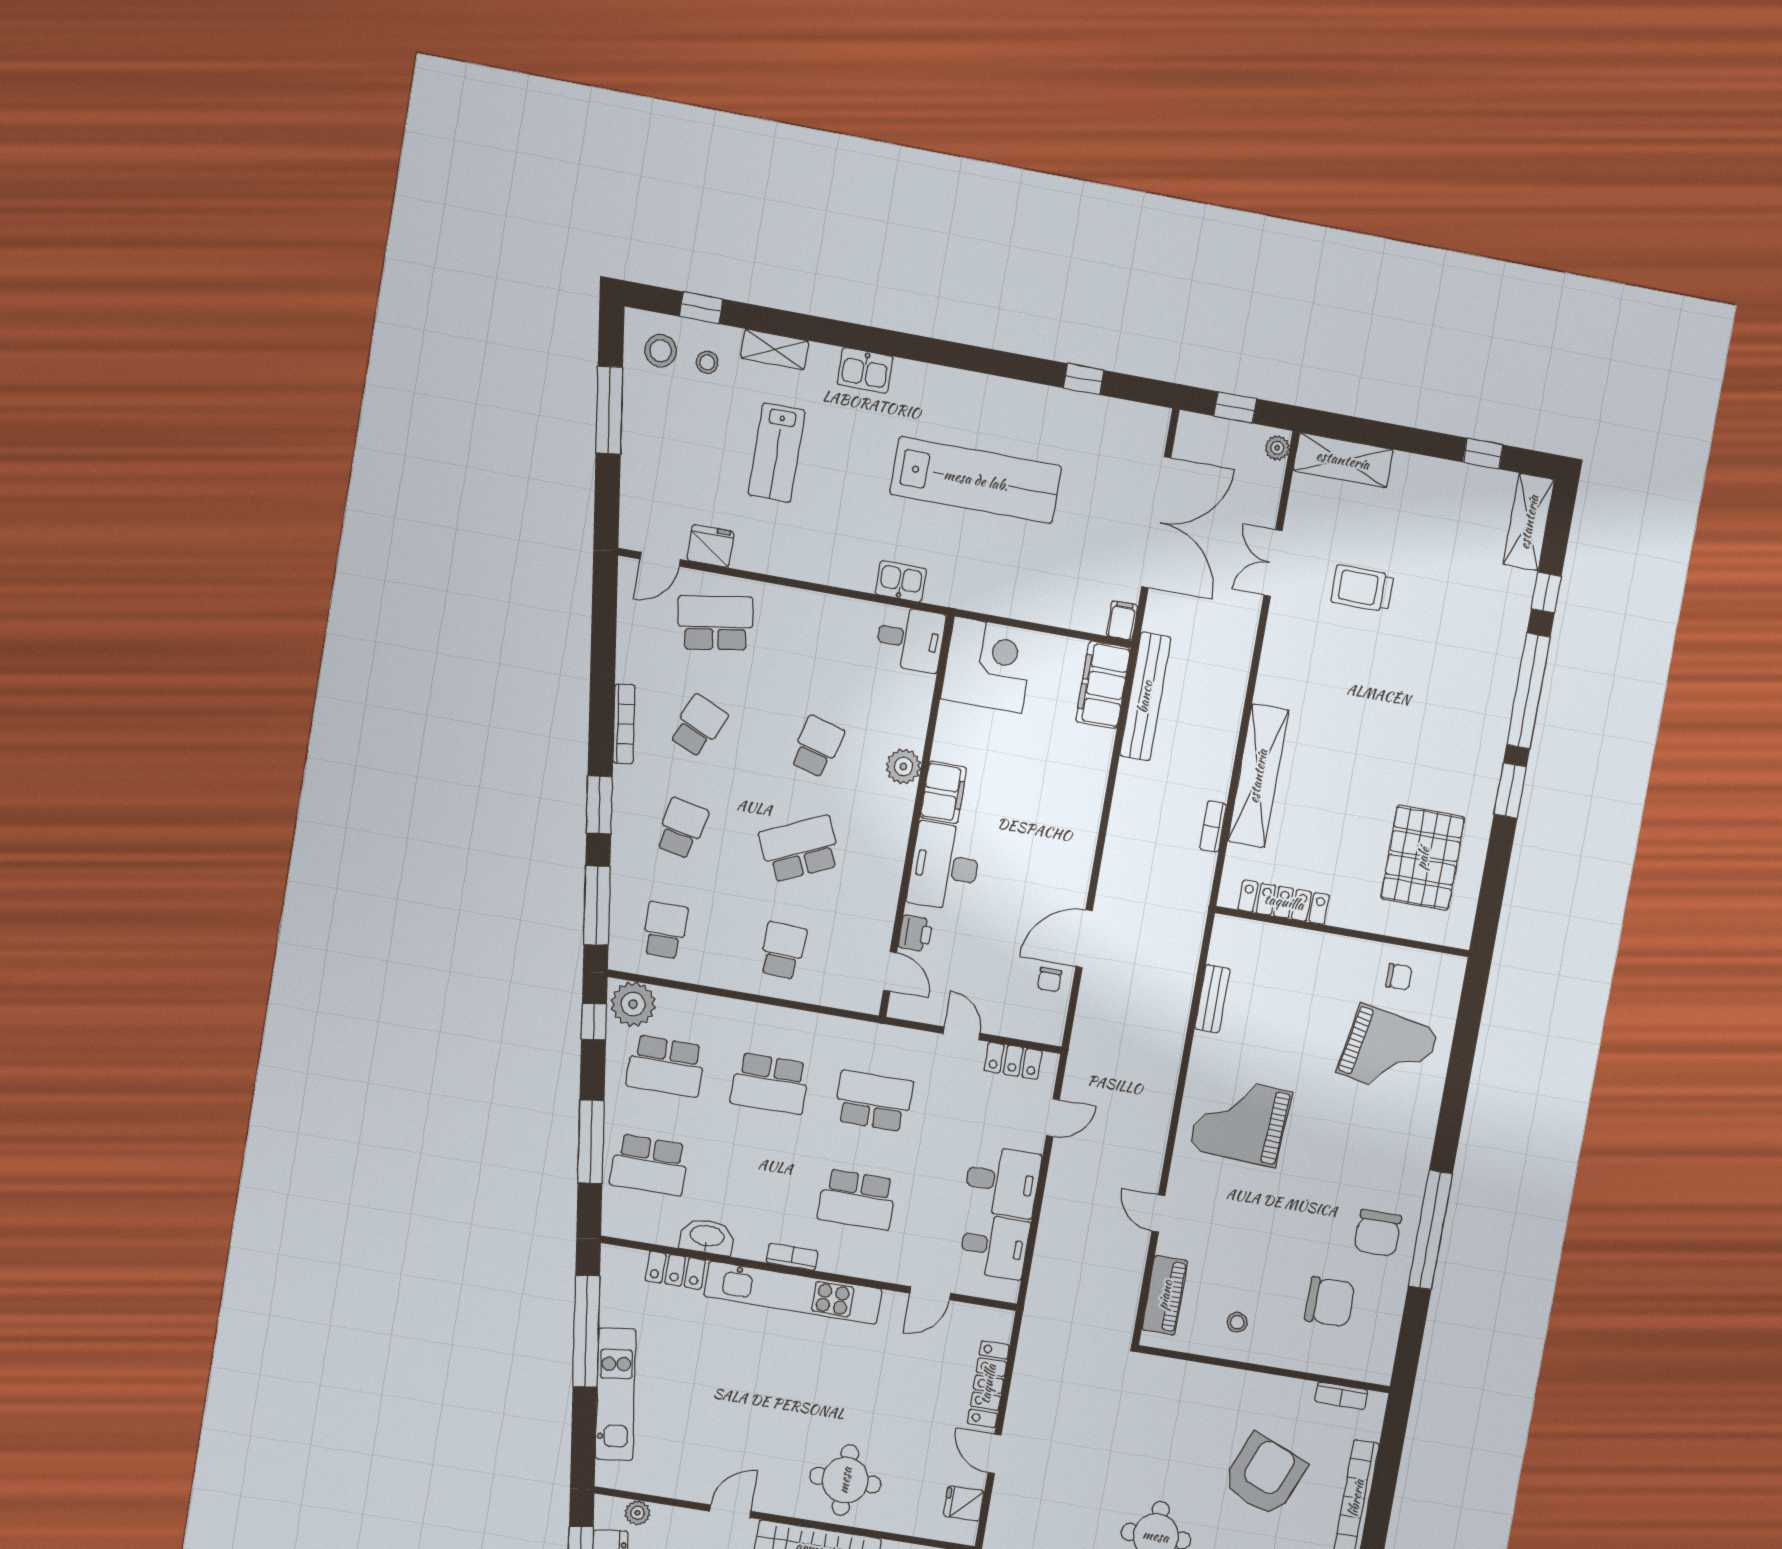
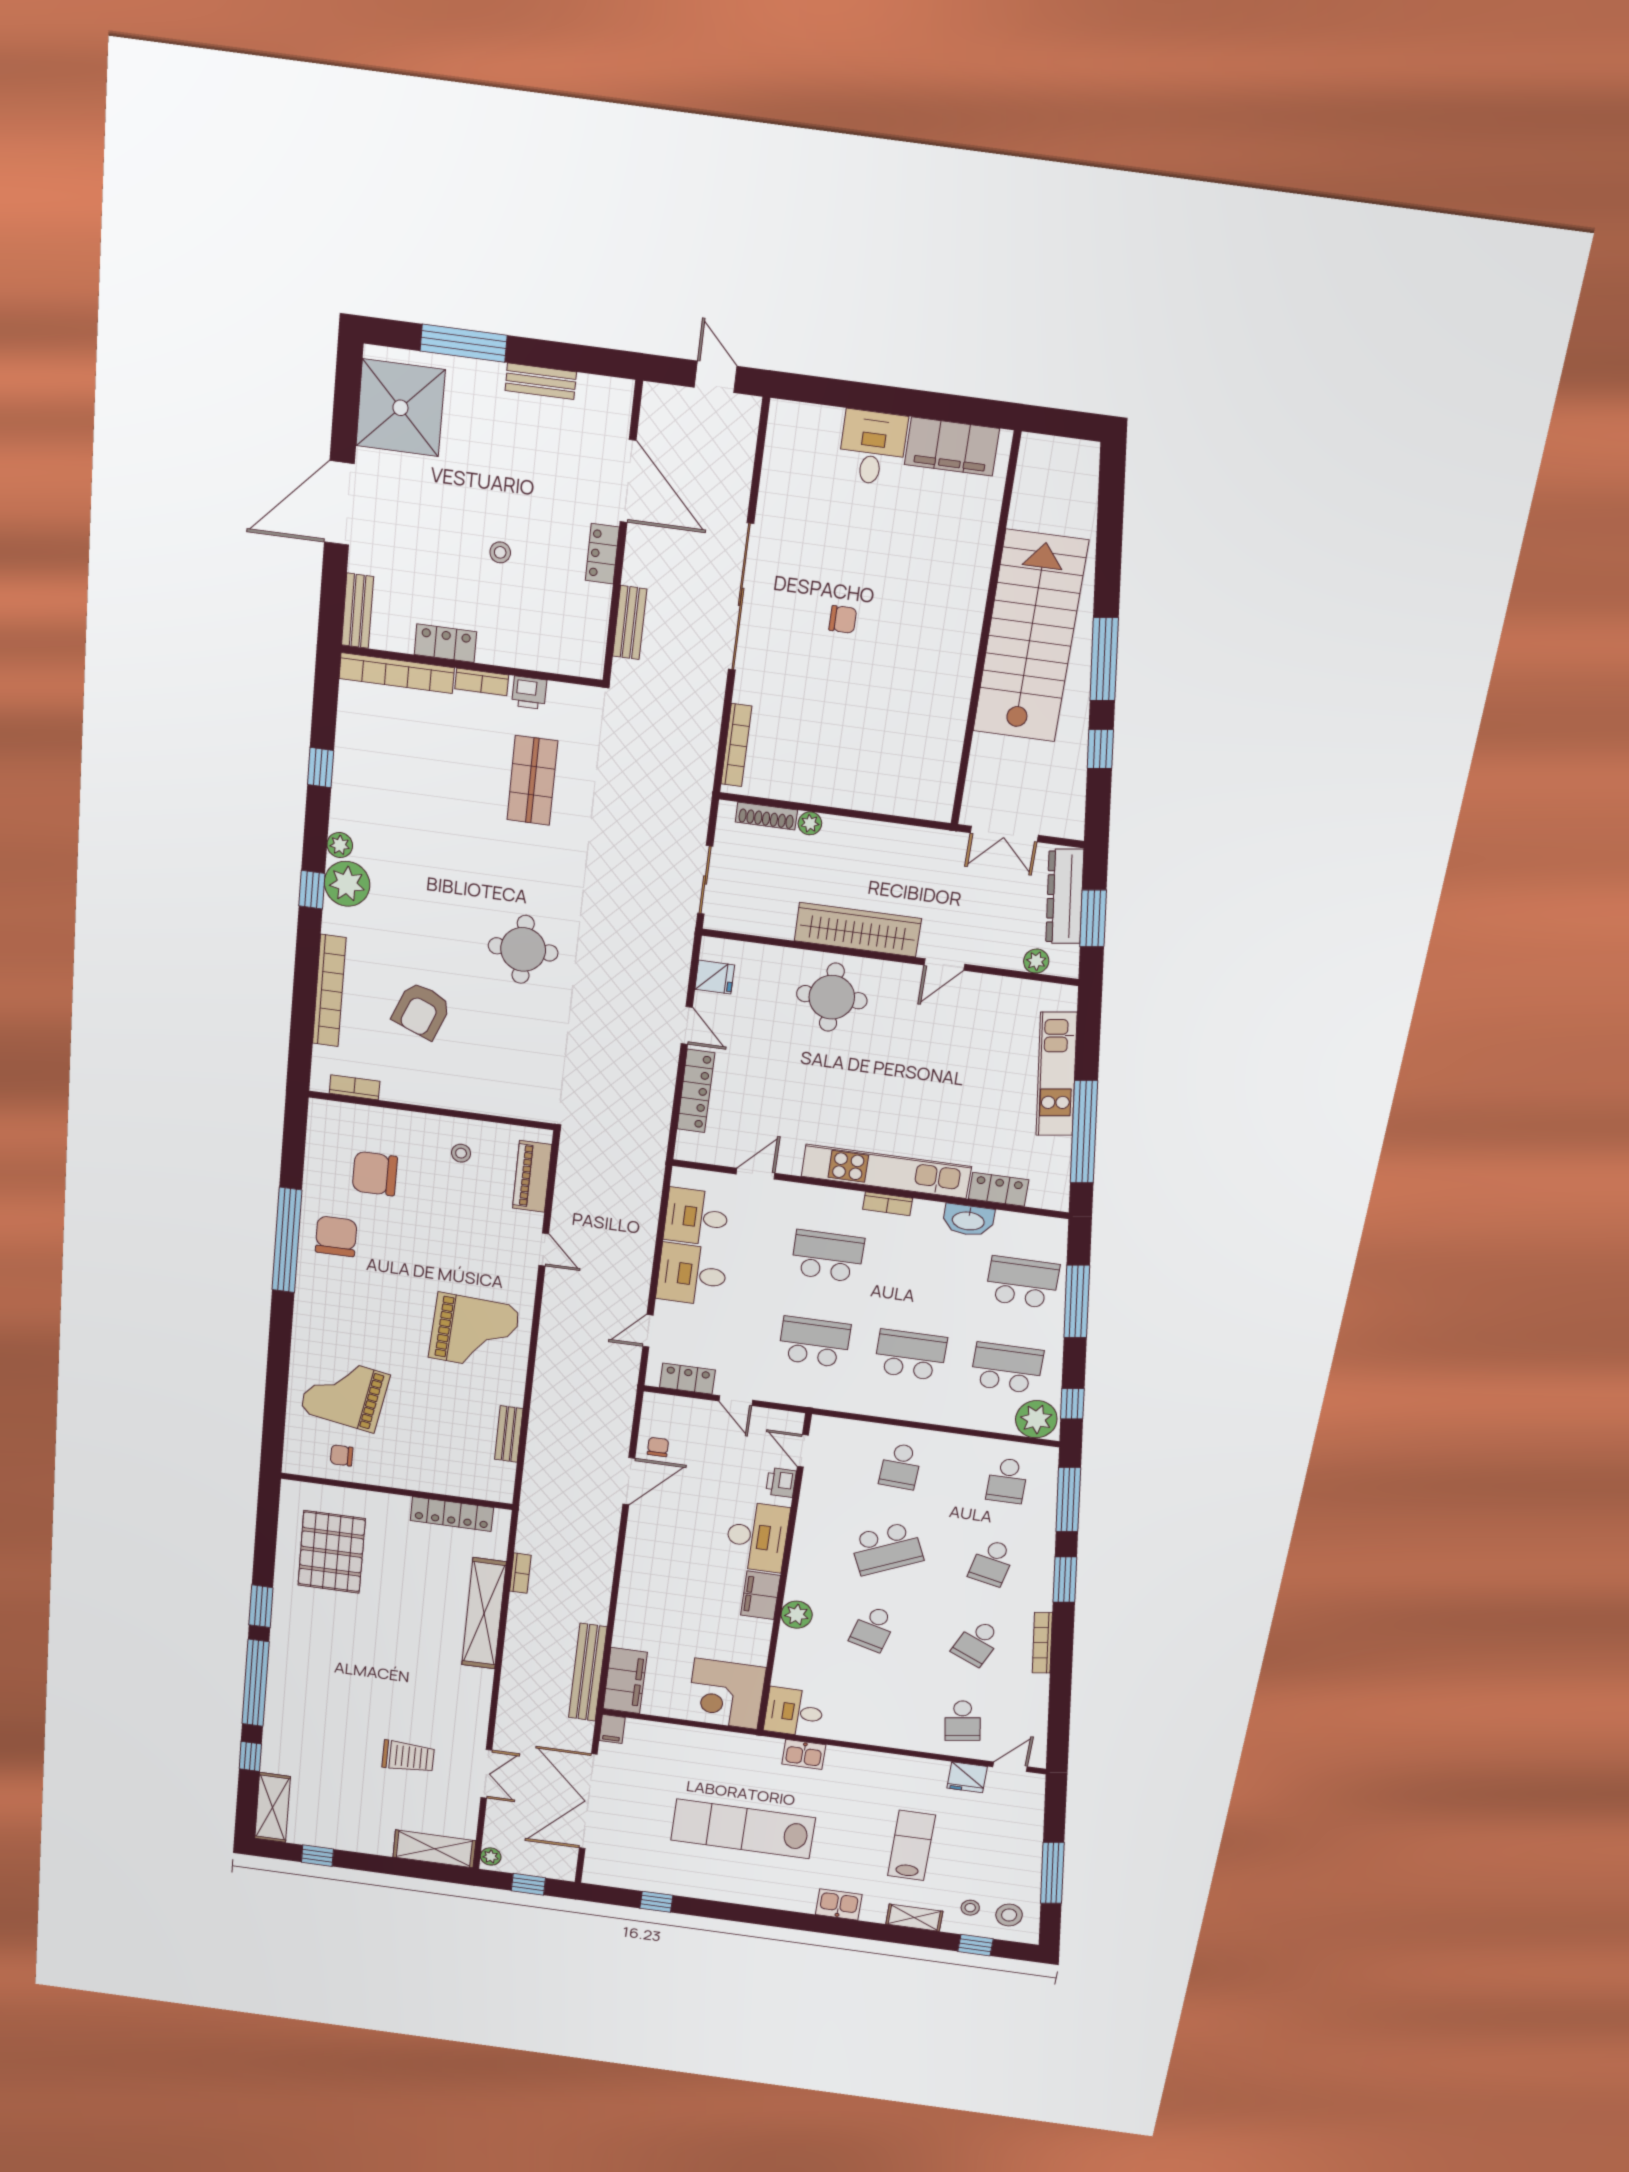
school desk: (715, 623) -> (963, 1721), width x0.54
school desk: (874, 1101) -> (814, 1342), turned 180
armchair: (1264, 1475) -> (422, 1011), width x0.73, depth x0.73

